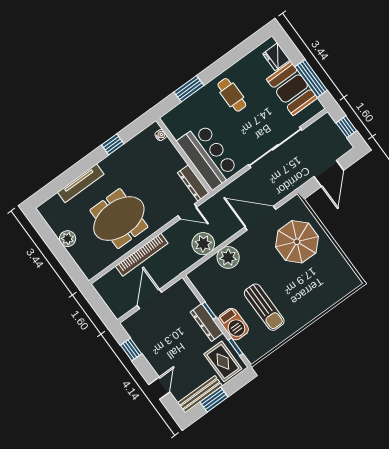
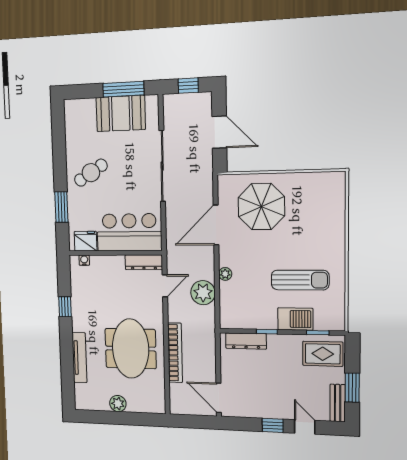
fridge: (276, 57) -> (86, 241), moved, turned 180
cafe table: (232, 95) -> (91, 173), turned -32
plant: (228, 257) -> (225, 274), width x0.53, depth x0.53
door: (149, 299) -> (219, 398), moved
dresser: (207, 322) -> (246, 341), moved
window: (131, 349) -> (273, 425), moved
bench: (200, 394) -> (338, 403), width x0.73

